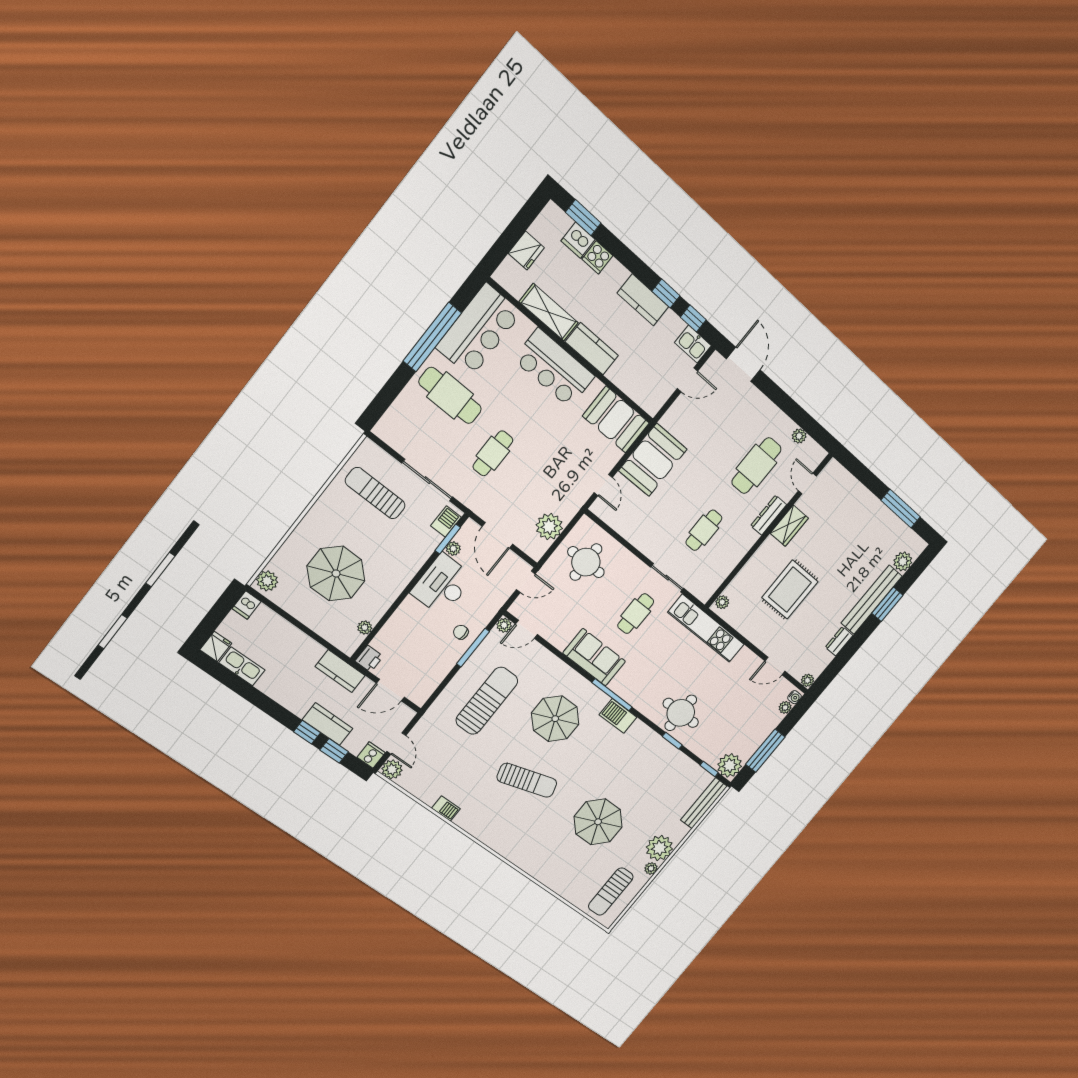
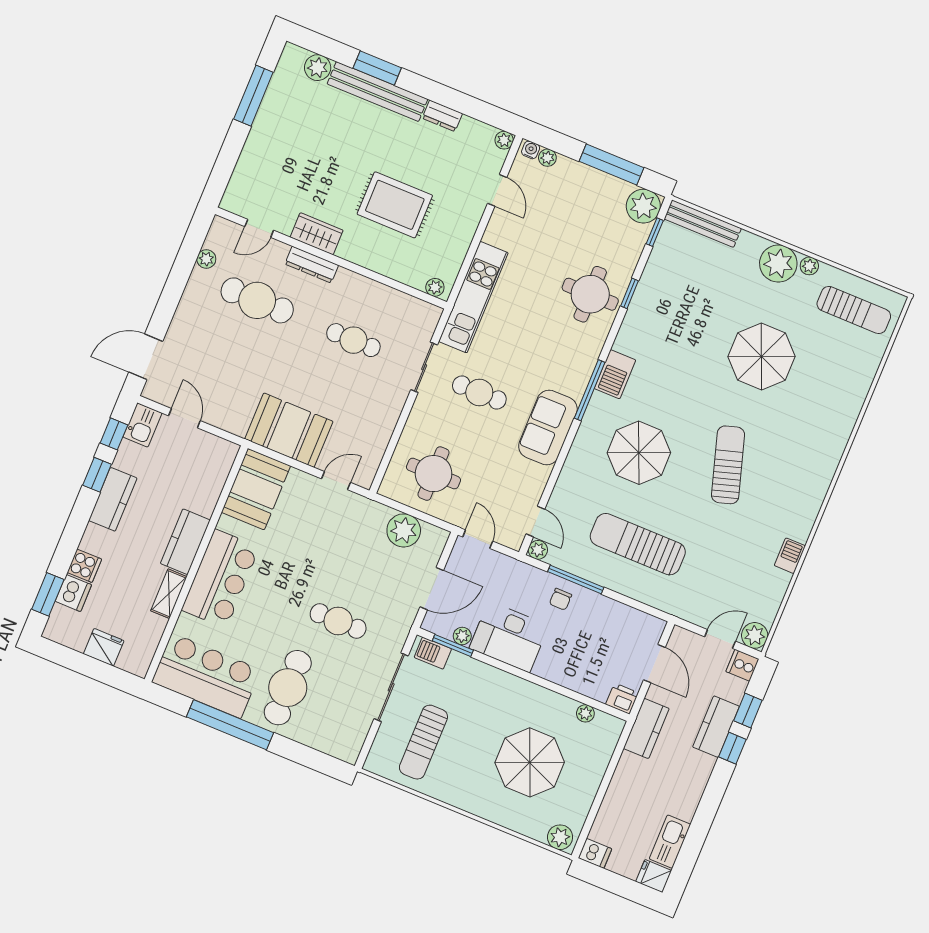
shelving: (549, 312) -> (169, 594), width x0.67, depth x0.75

